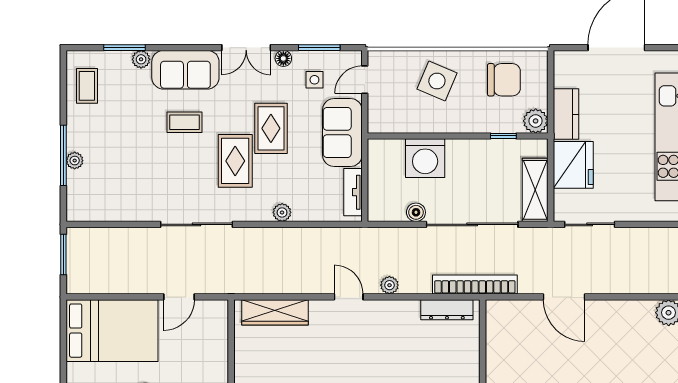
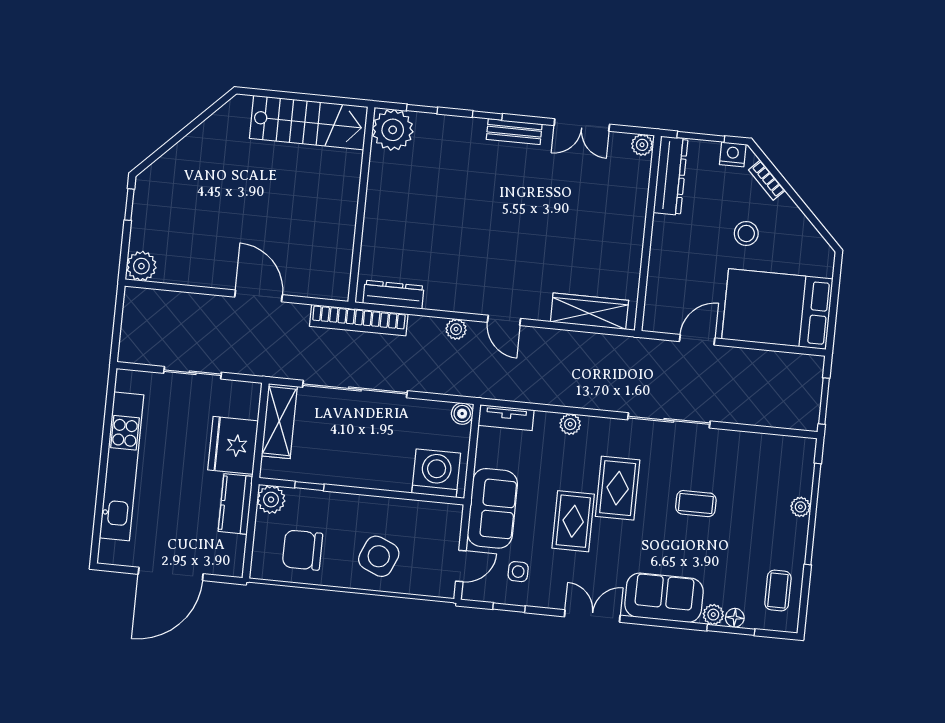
window: (319, 48) -> (509, 608), width x0.67
floor lamp: (283, 58) -> (735, 618), moved
coffee table: (185, 122) -> (696, 504), moved
window: (63, 155) -> (813, 514), width x1.46
washing machine: (425, 158) -> (436, 473), moved
tv unit: (353, 192) -> (506, 418), moved, turned 90
boiler: (416, 212) -> (462, 414), moved
sliding door: (590, 224) -> (193, 373), moved

